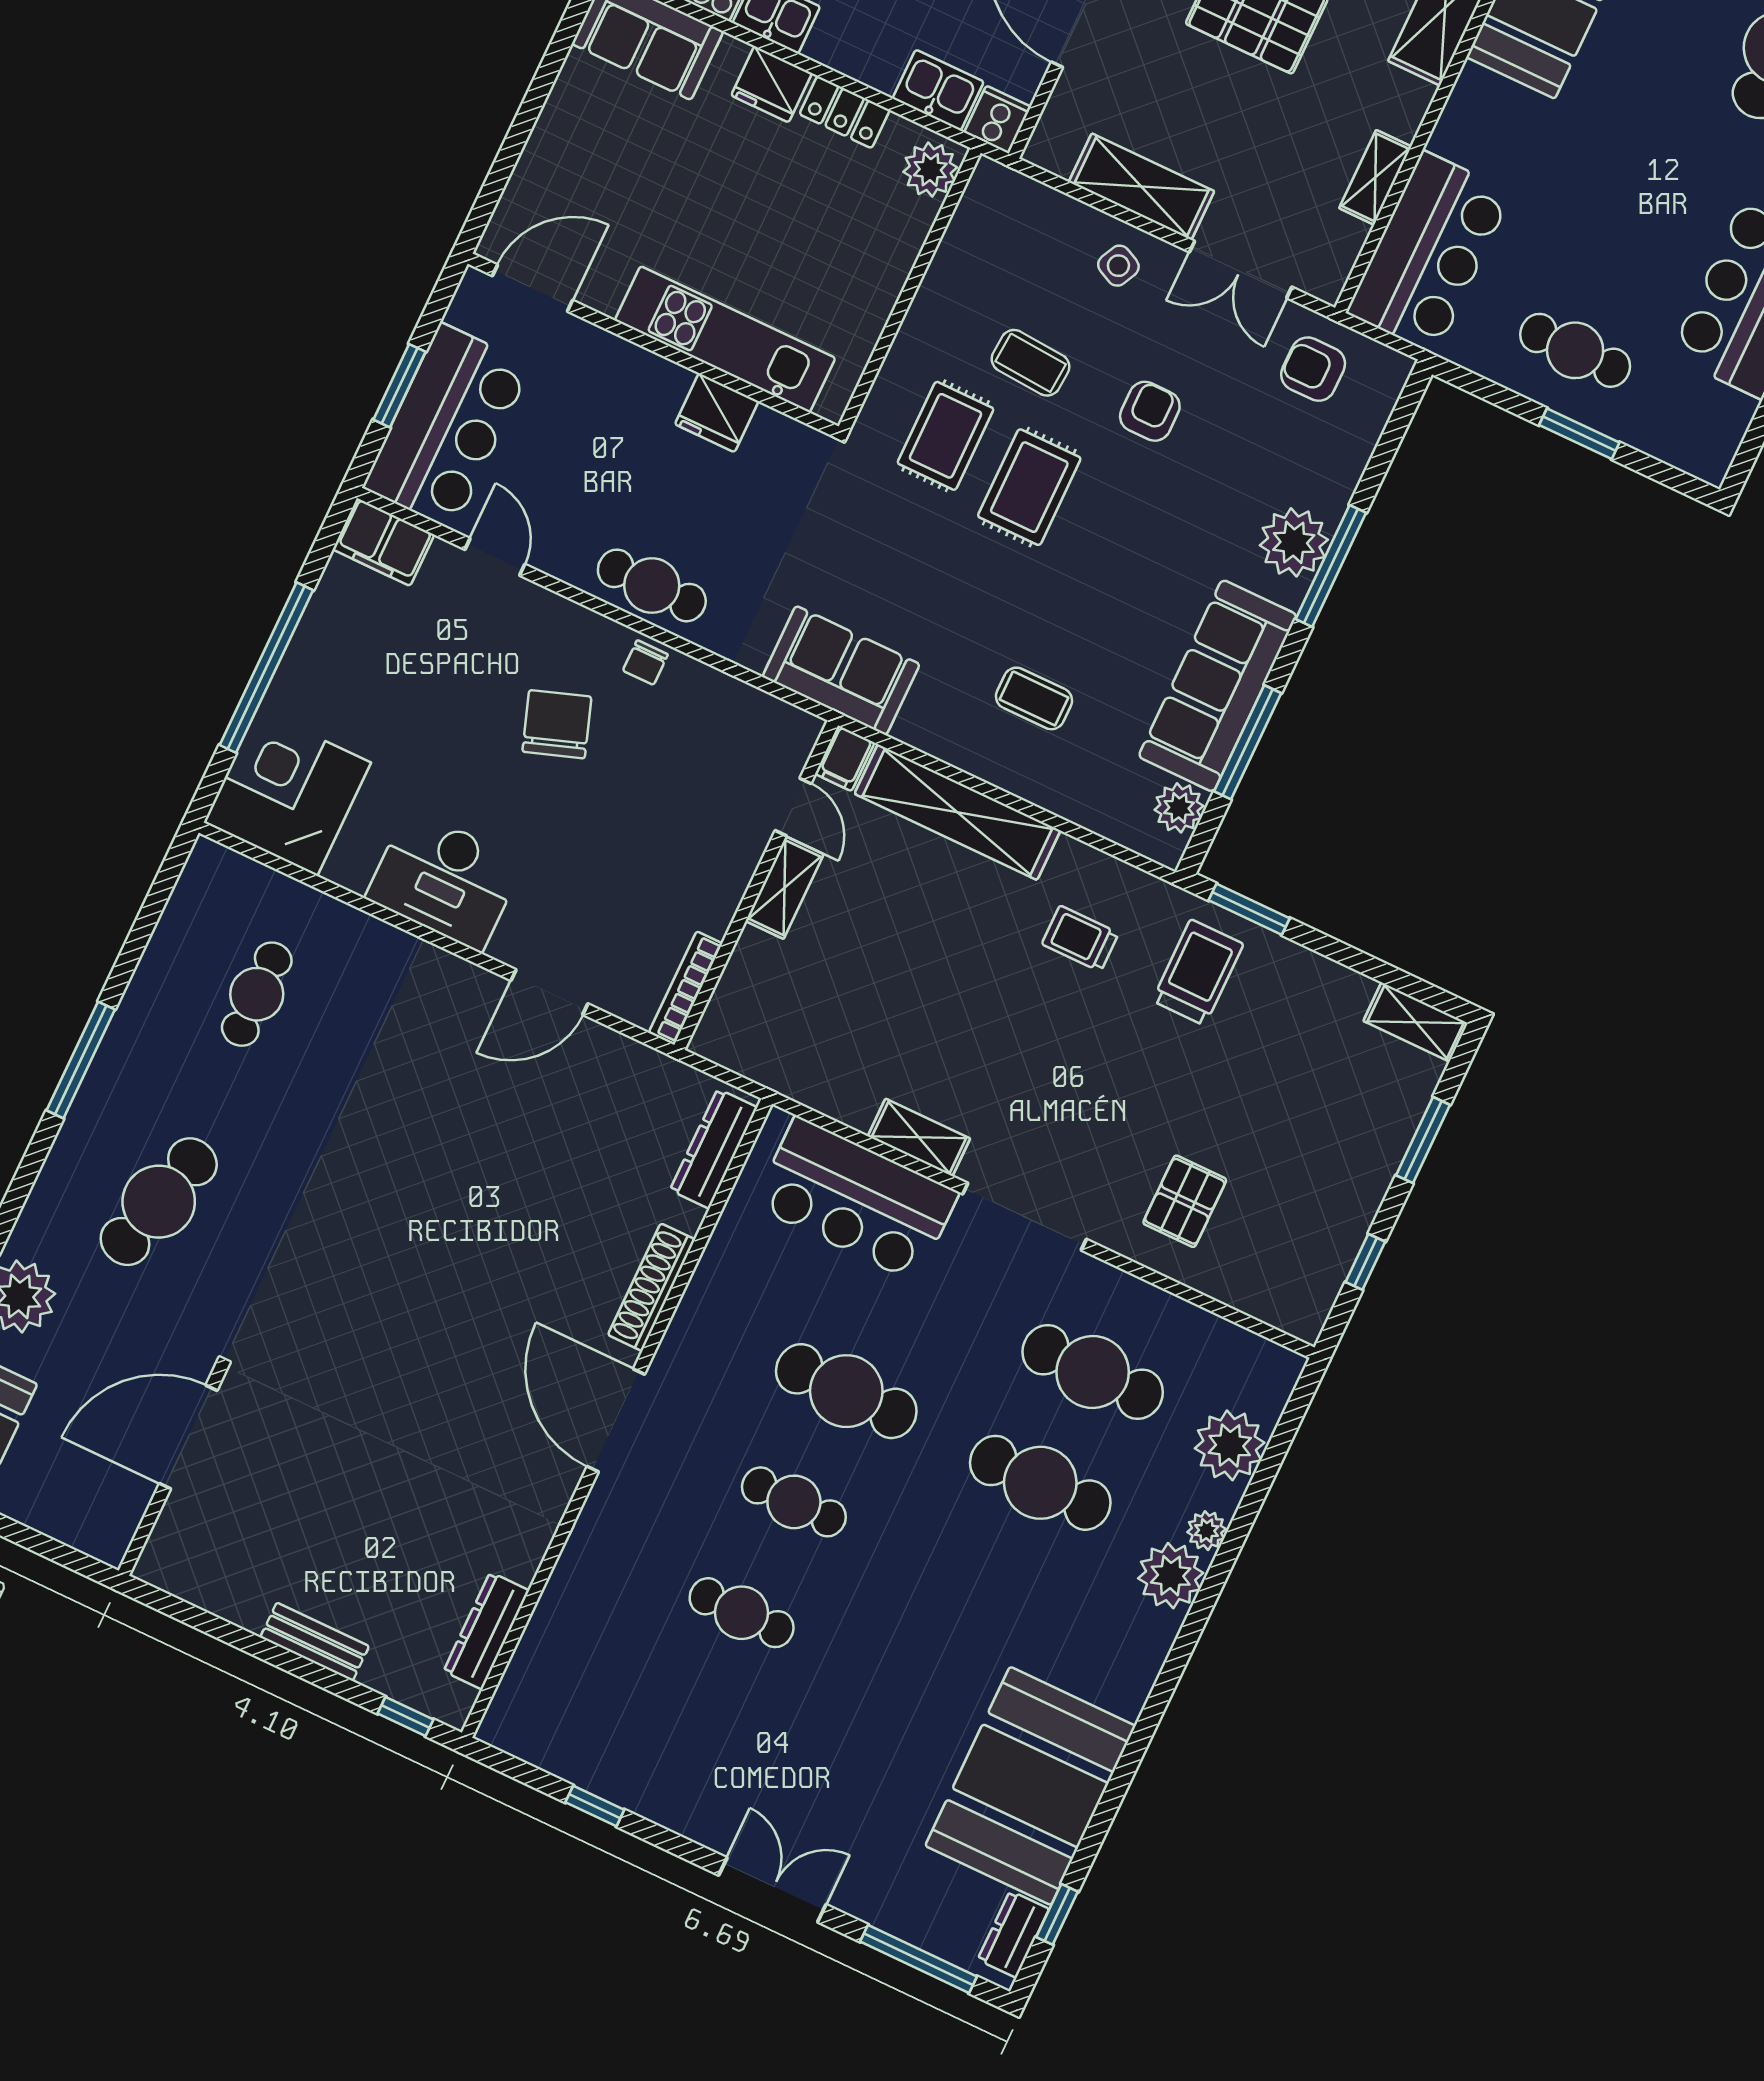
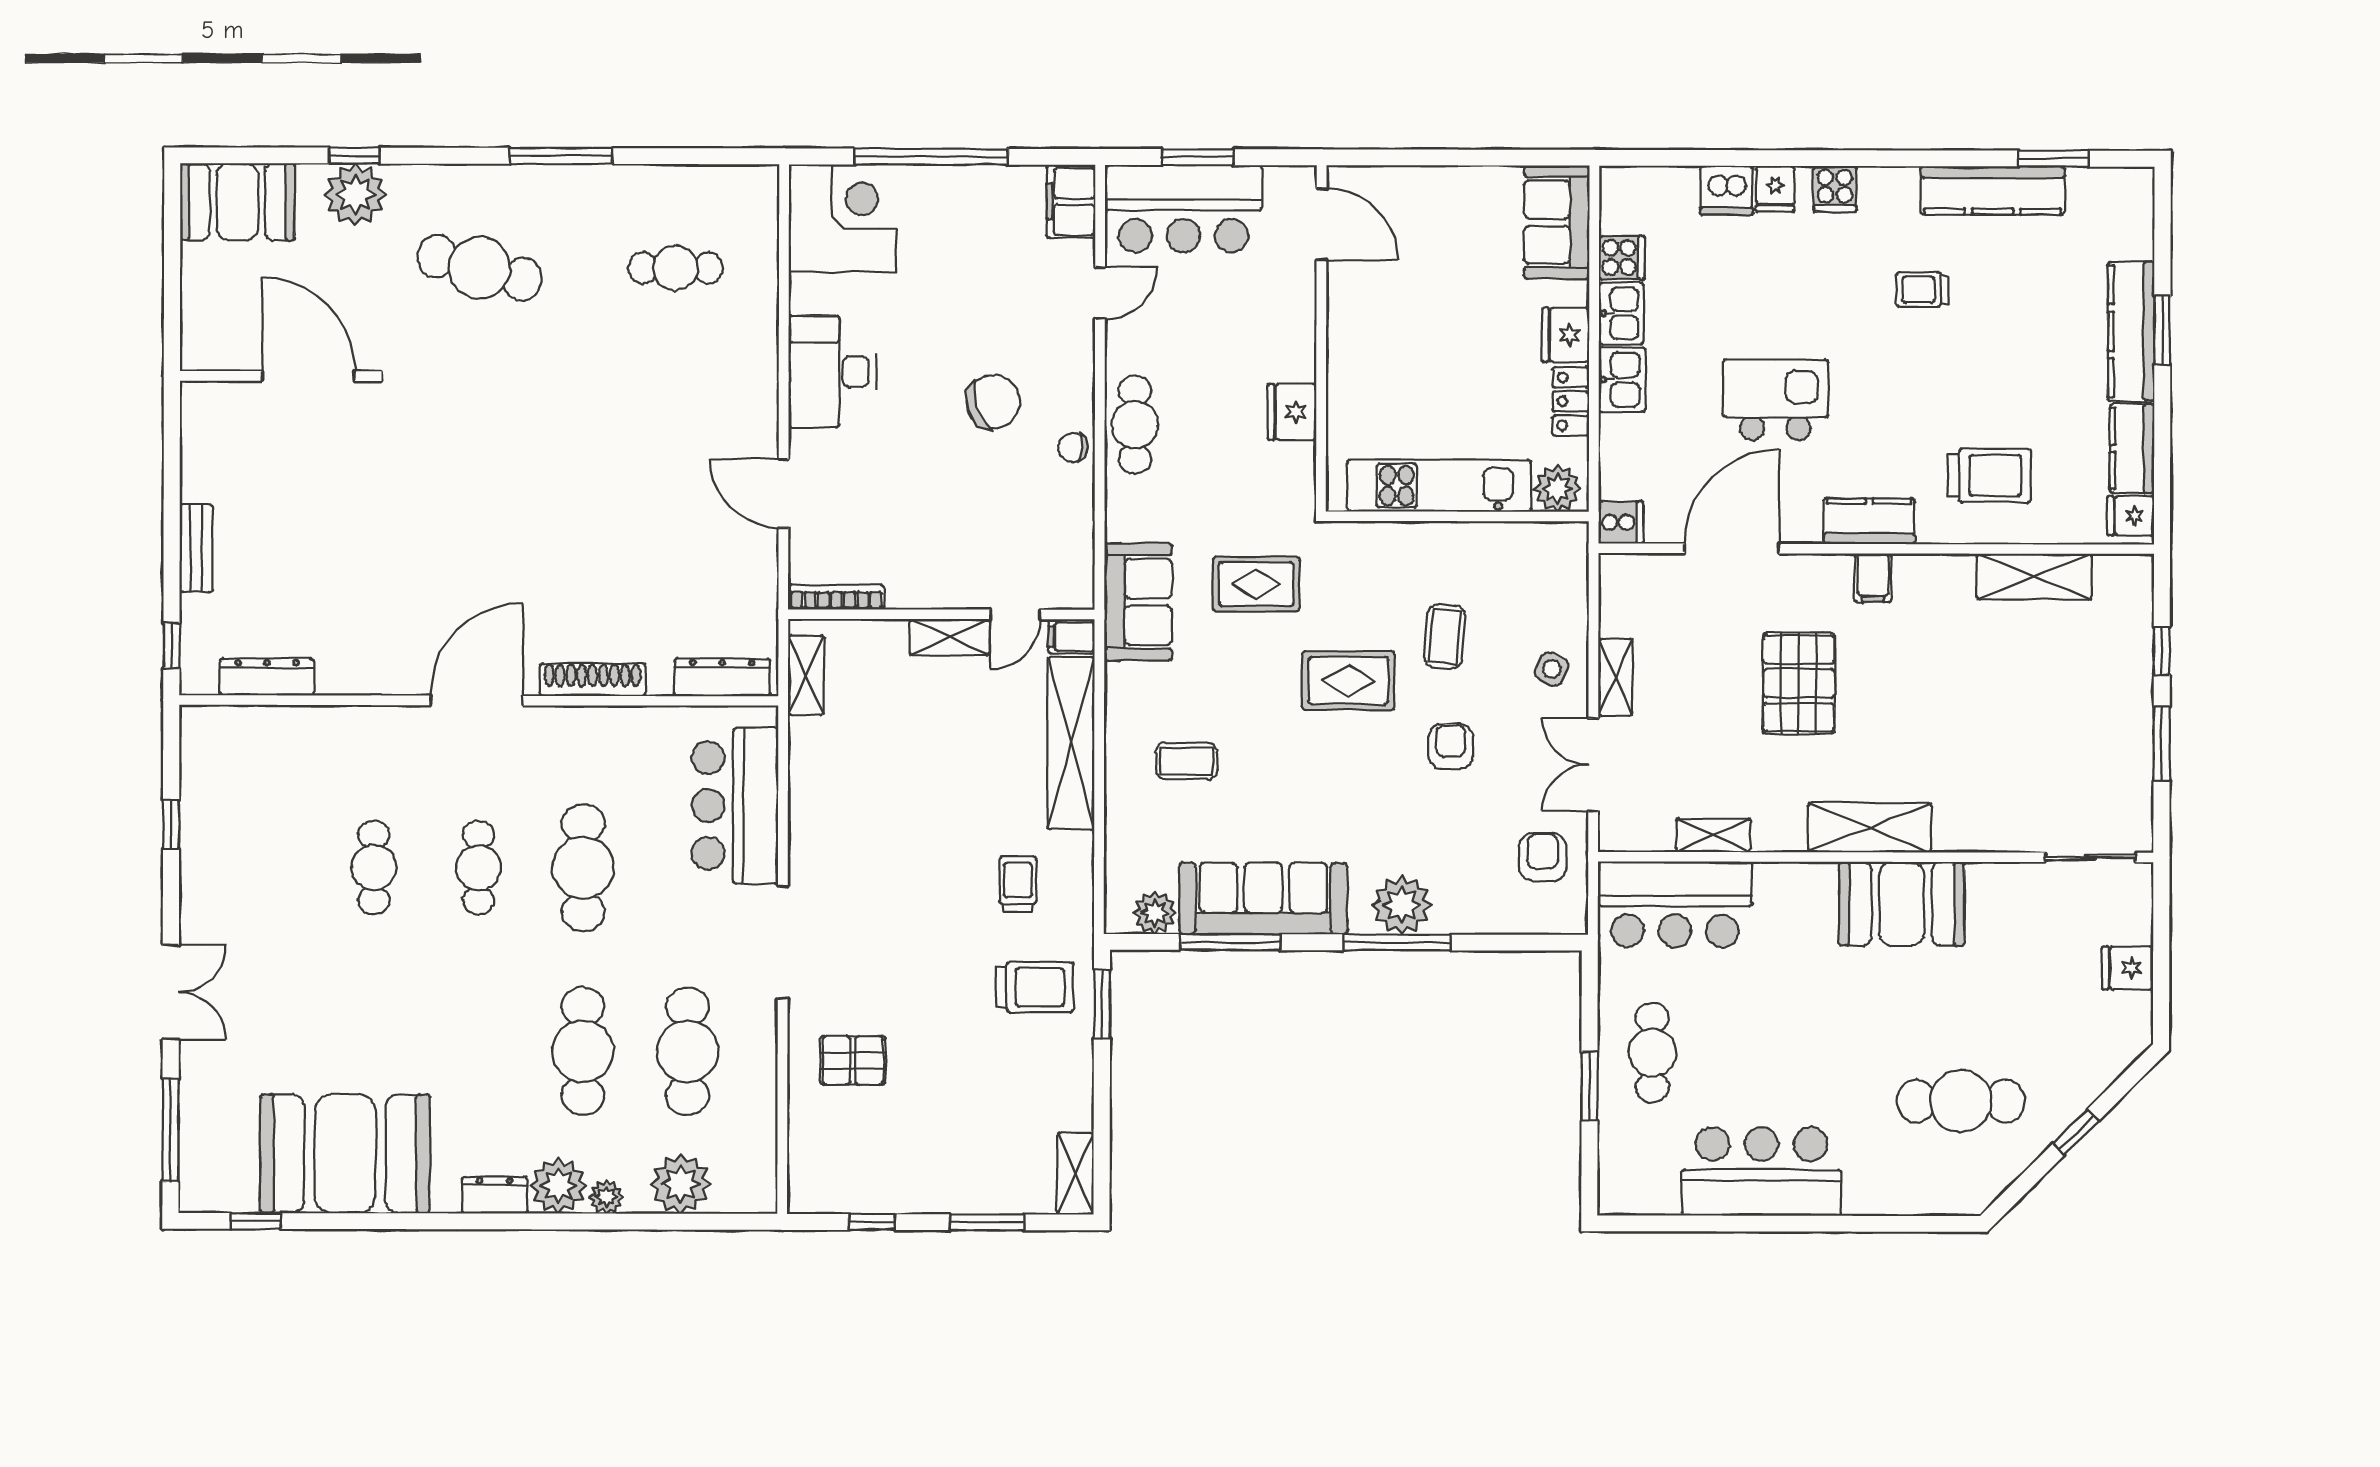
kitchen sink: (938, 90) -> (1622, 380), moved
shelving: (1142, 187) -> (1615, 677), width x0.67, depth x0.75
kitchen unit: (725, 339) -> (1439, 486), moved, turned -90
armchair: (1150, 411) -> (1451, 746), turned -90
rug: (946, 436) -> (1256, 584), moved
coffee table: (1034, 698) -> (1187, 761), turned 90
shelving: (919, 1137) -> (806, 675), moved
dresser: (1013, 1934) -> (495, 1195), moved

